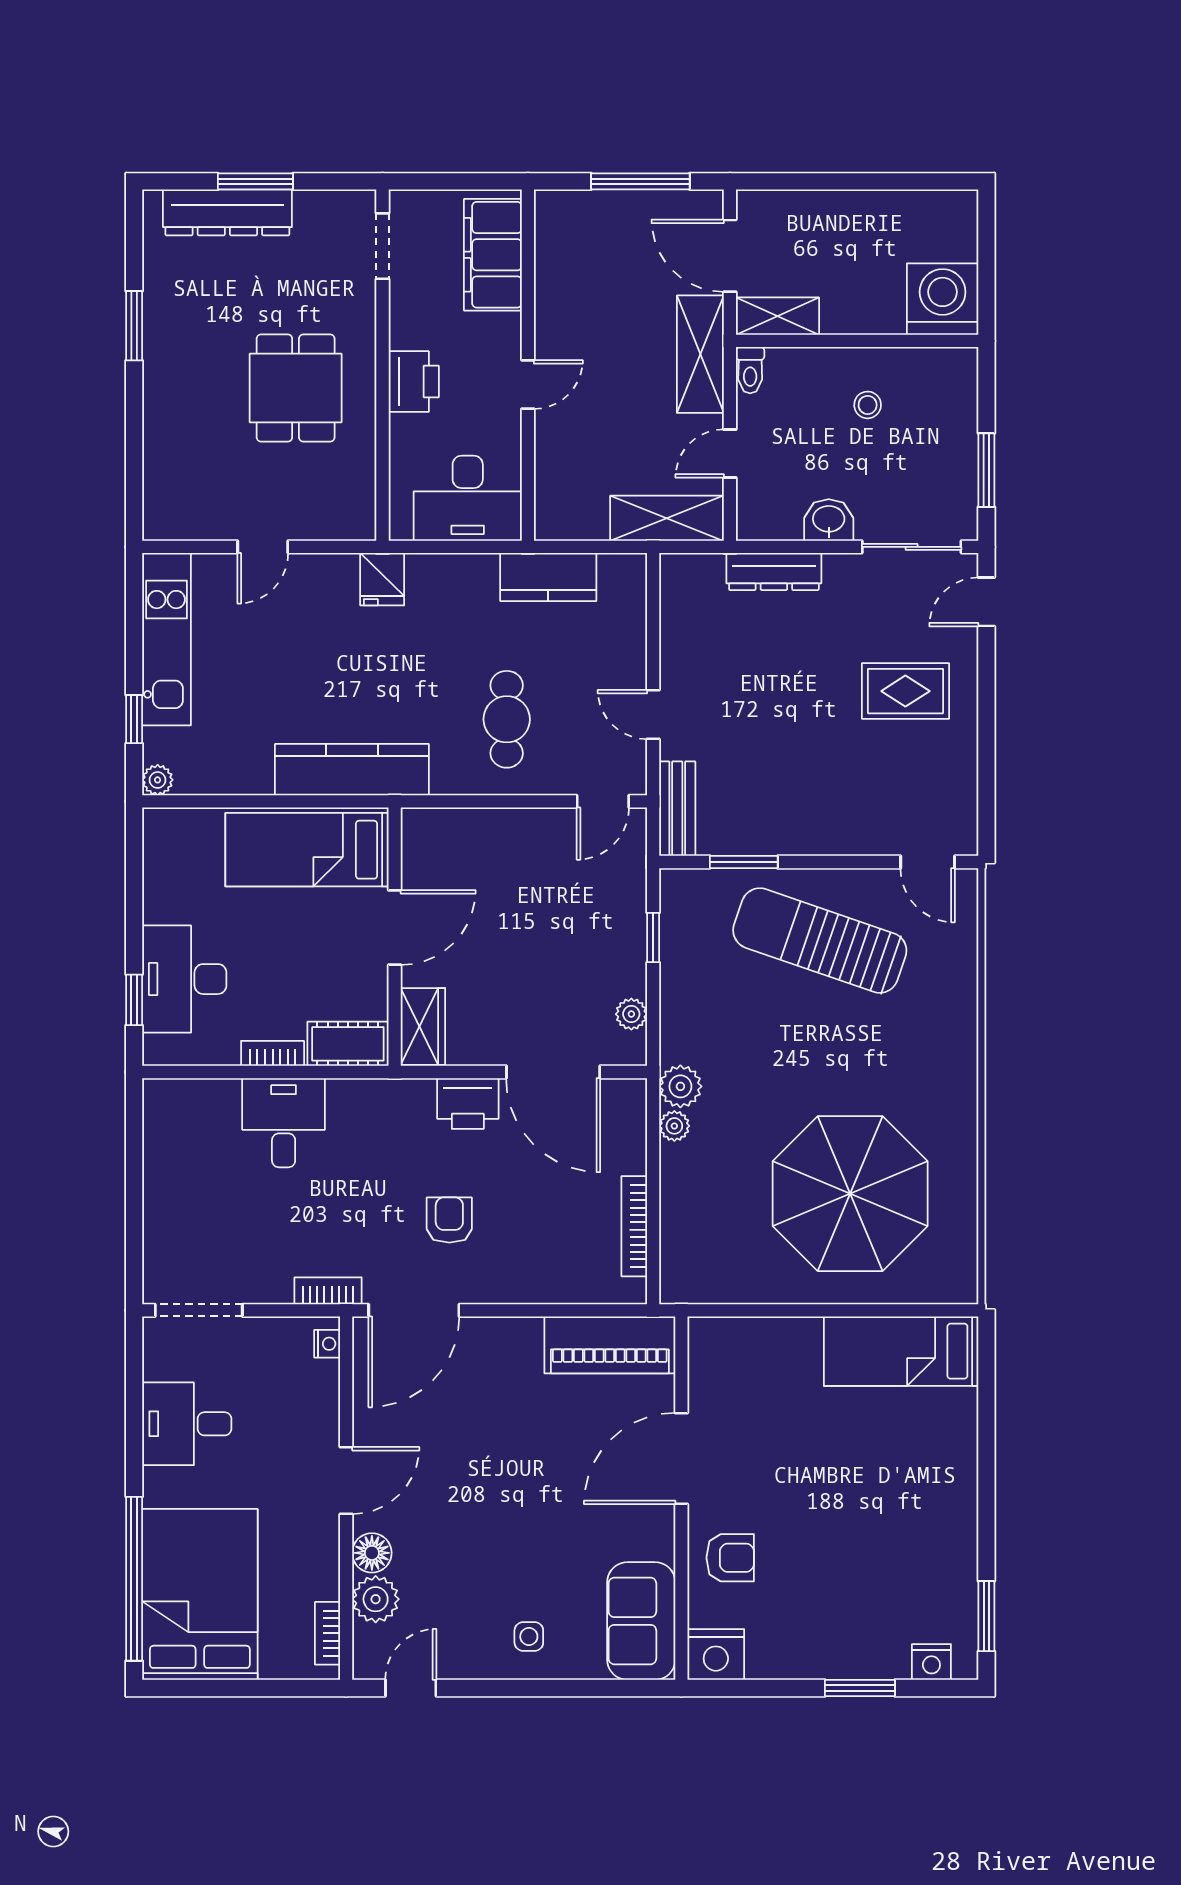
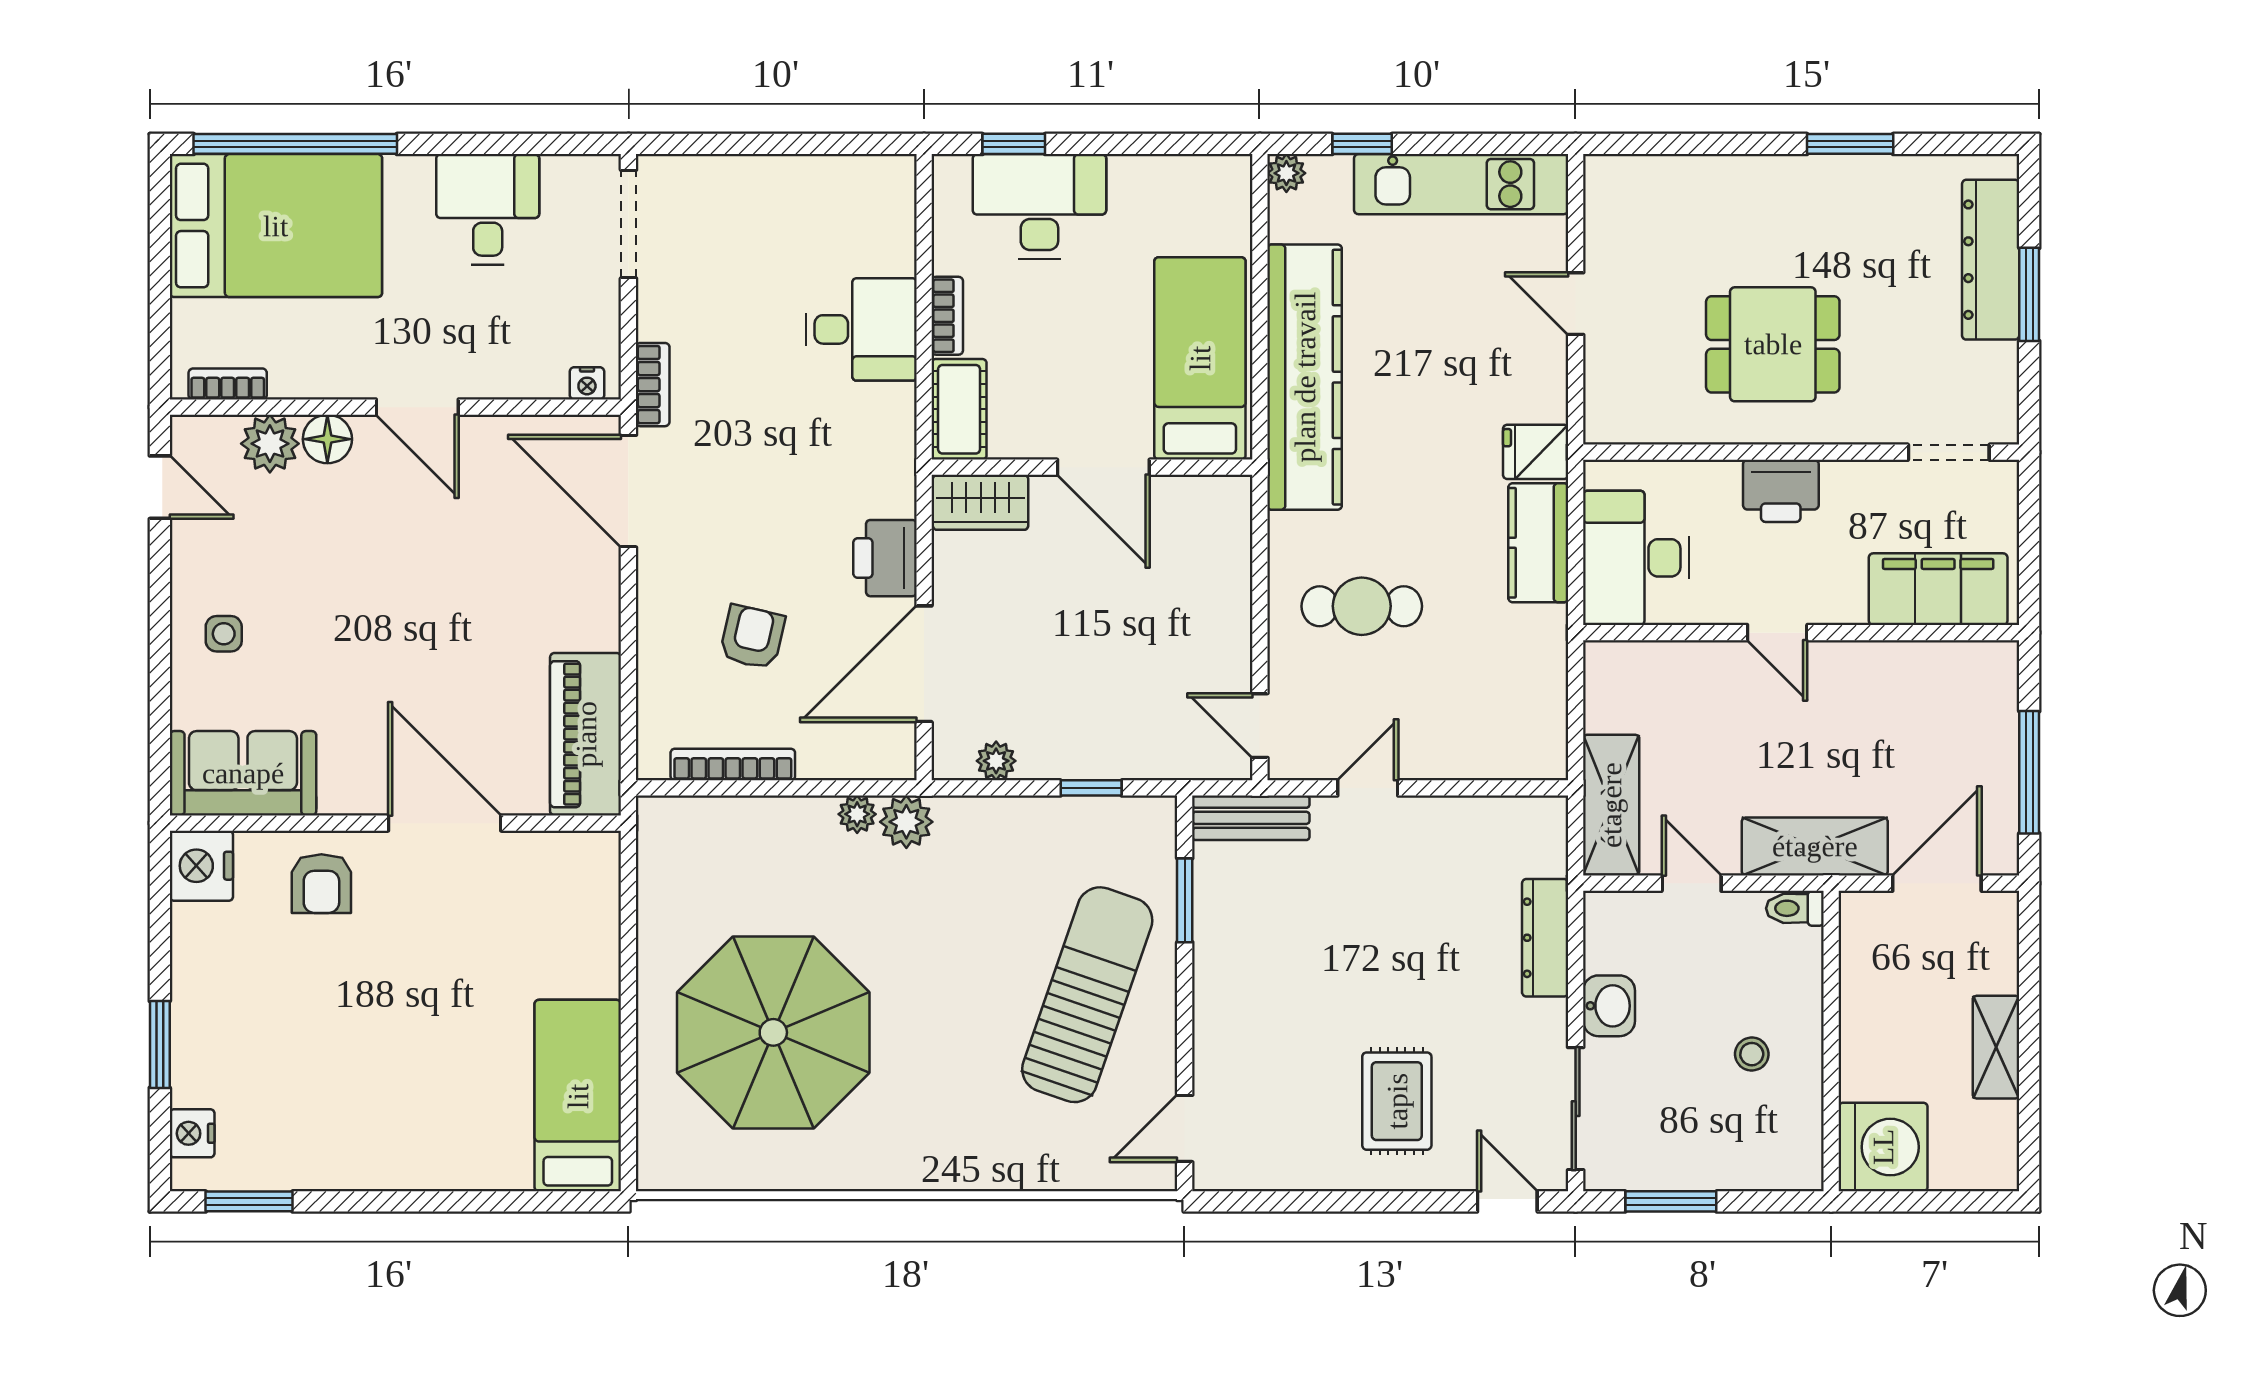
shelving: (777, 316) -> (1996, 1047), moved
kitchen counter: (548, 577) -> (1538, 543), moved
kitchen counter: (352, 770) -> (1305, 377), width x1.39, depth x1.17
armchair: (449, 1220) -> (752, 637), moved, turned -77

